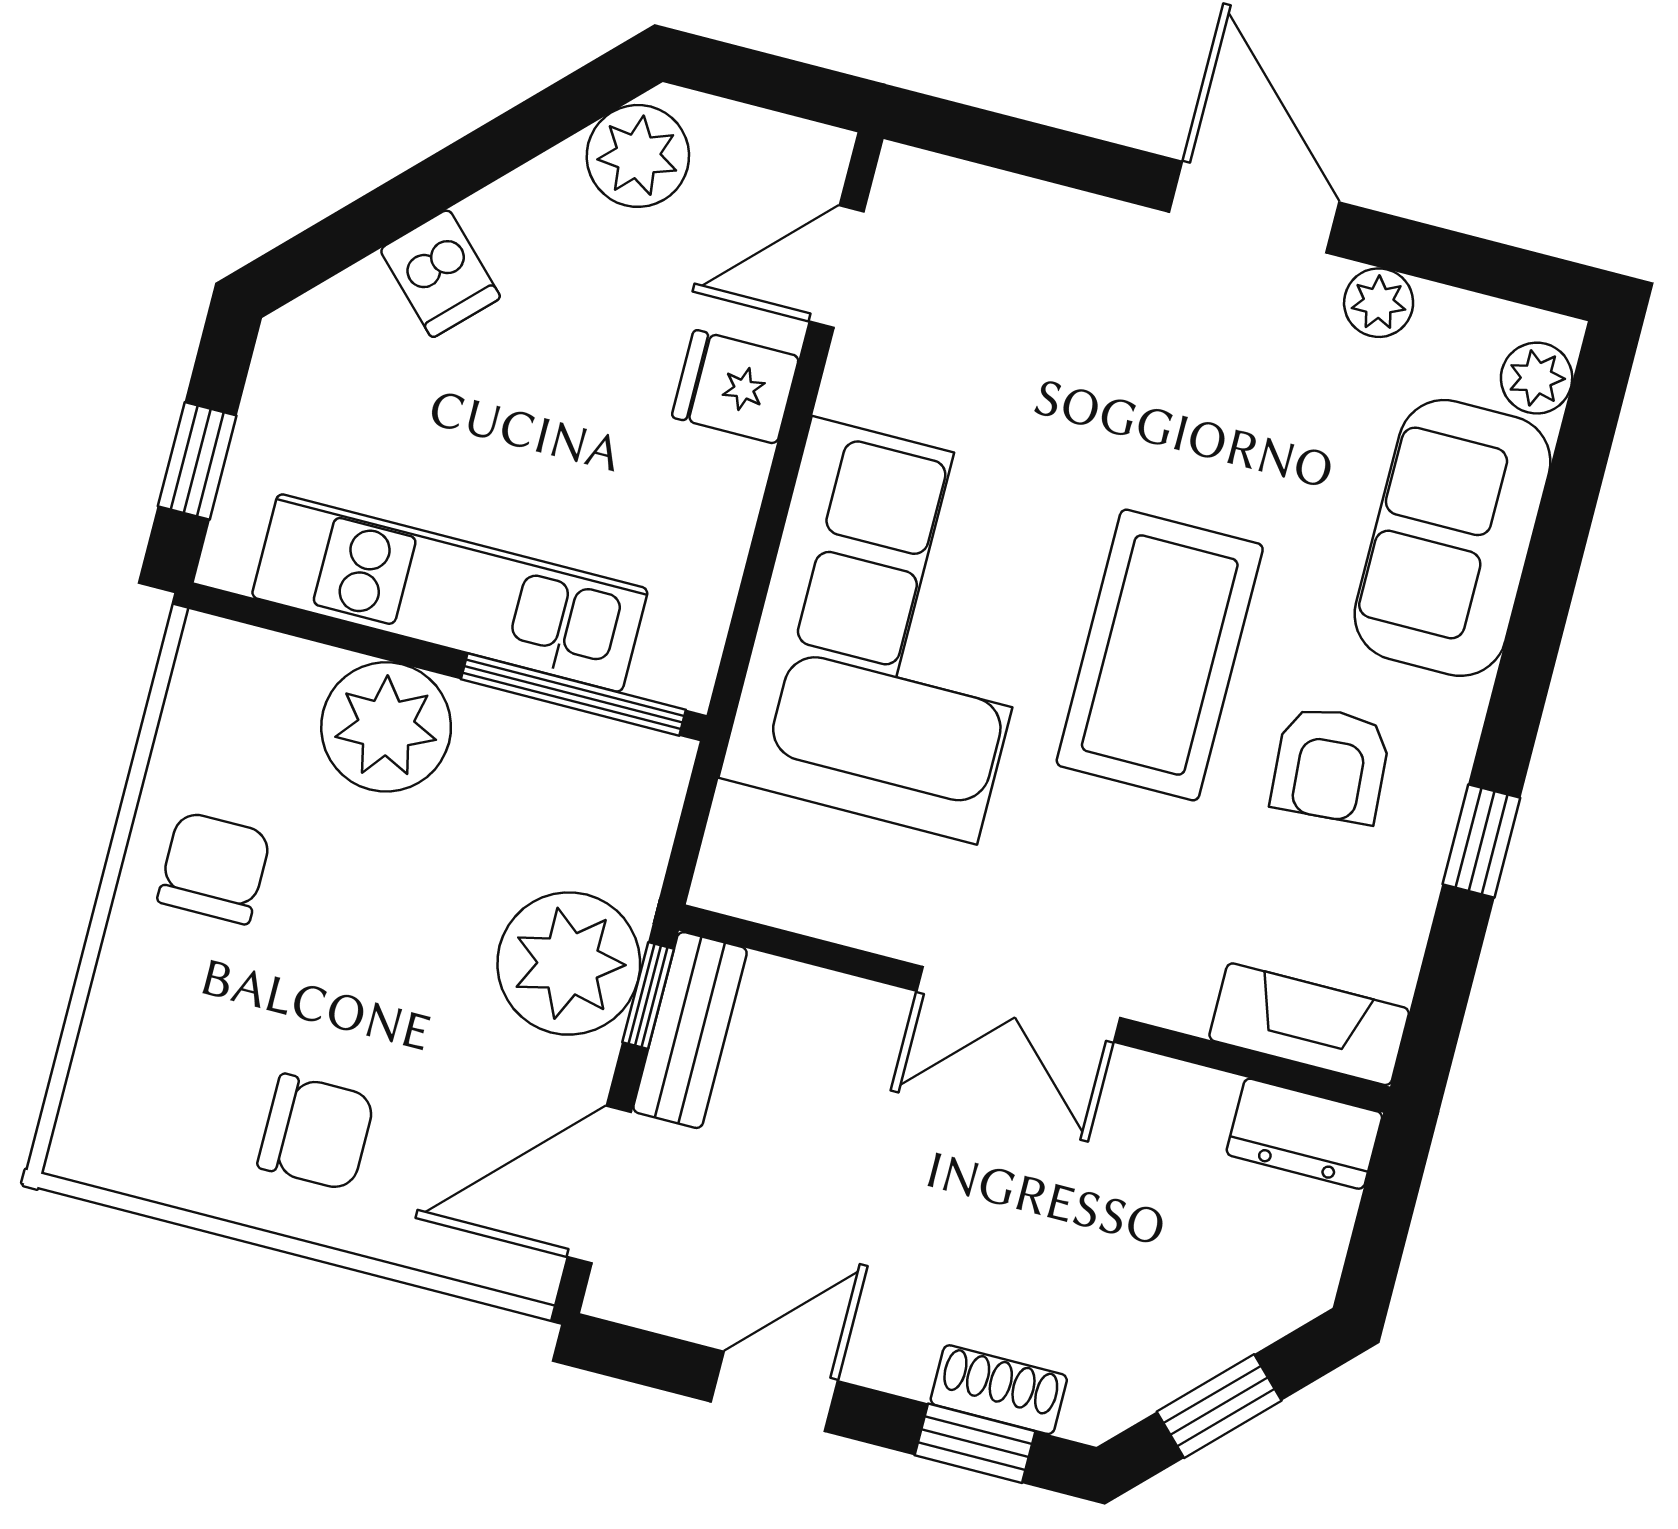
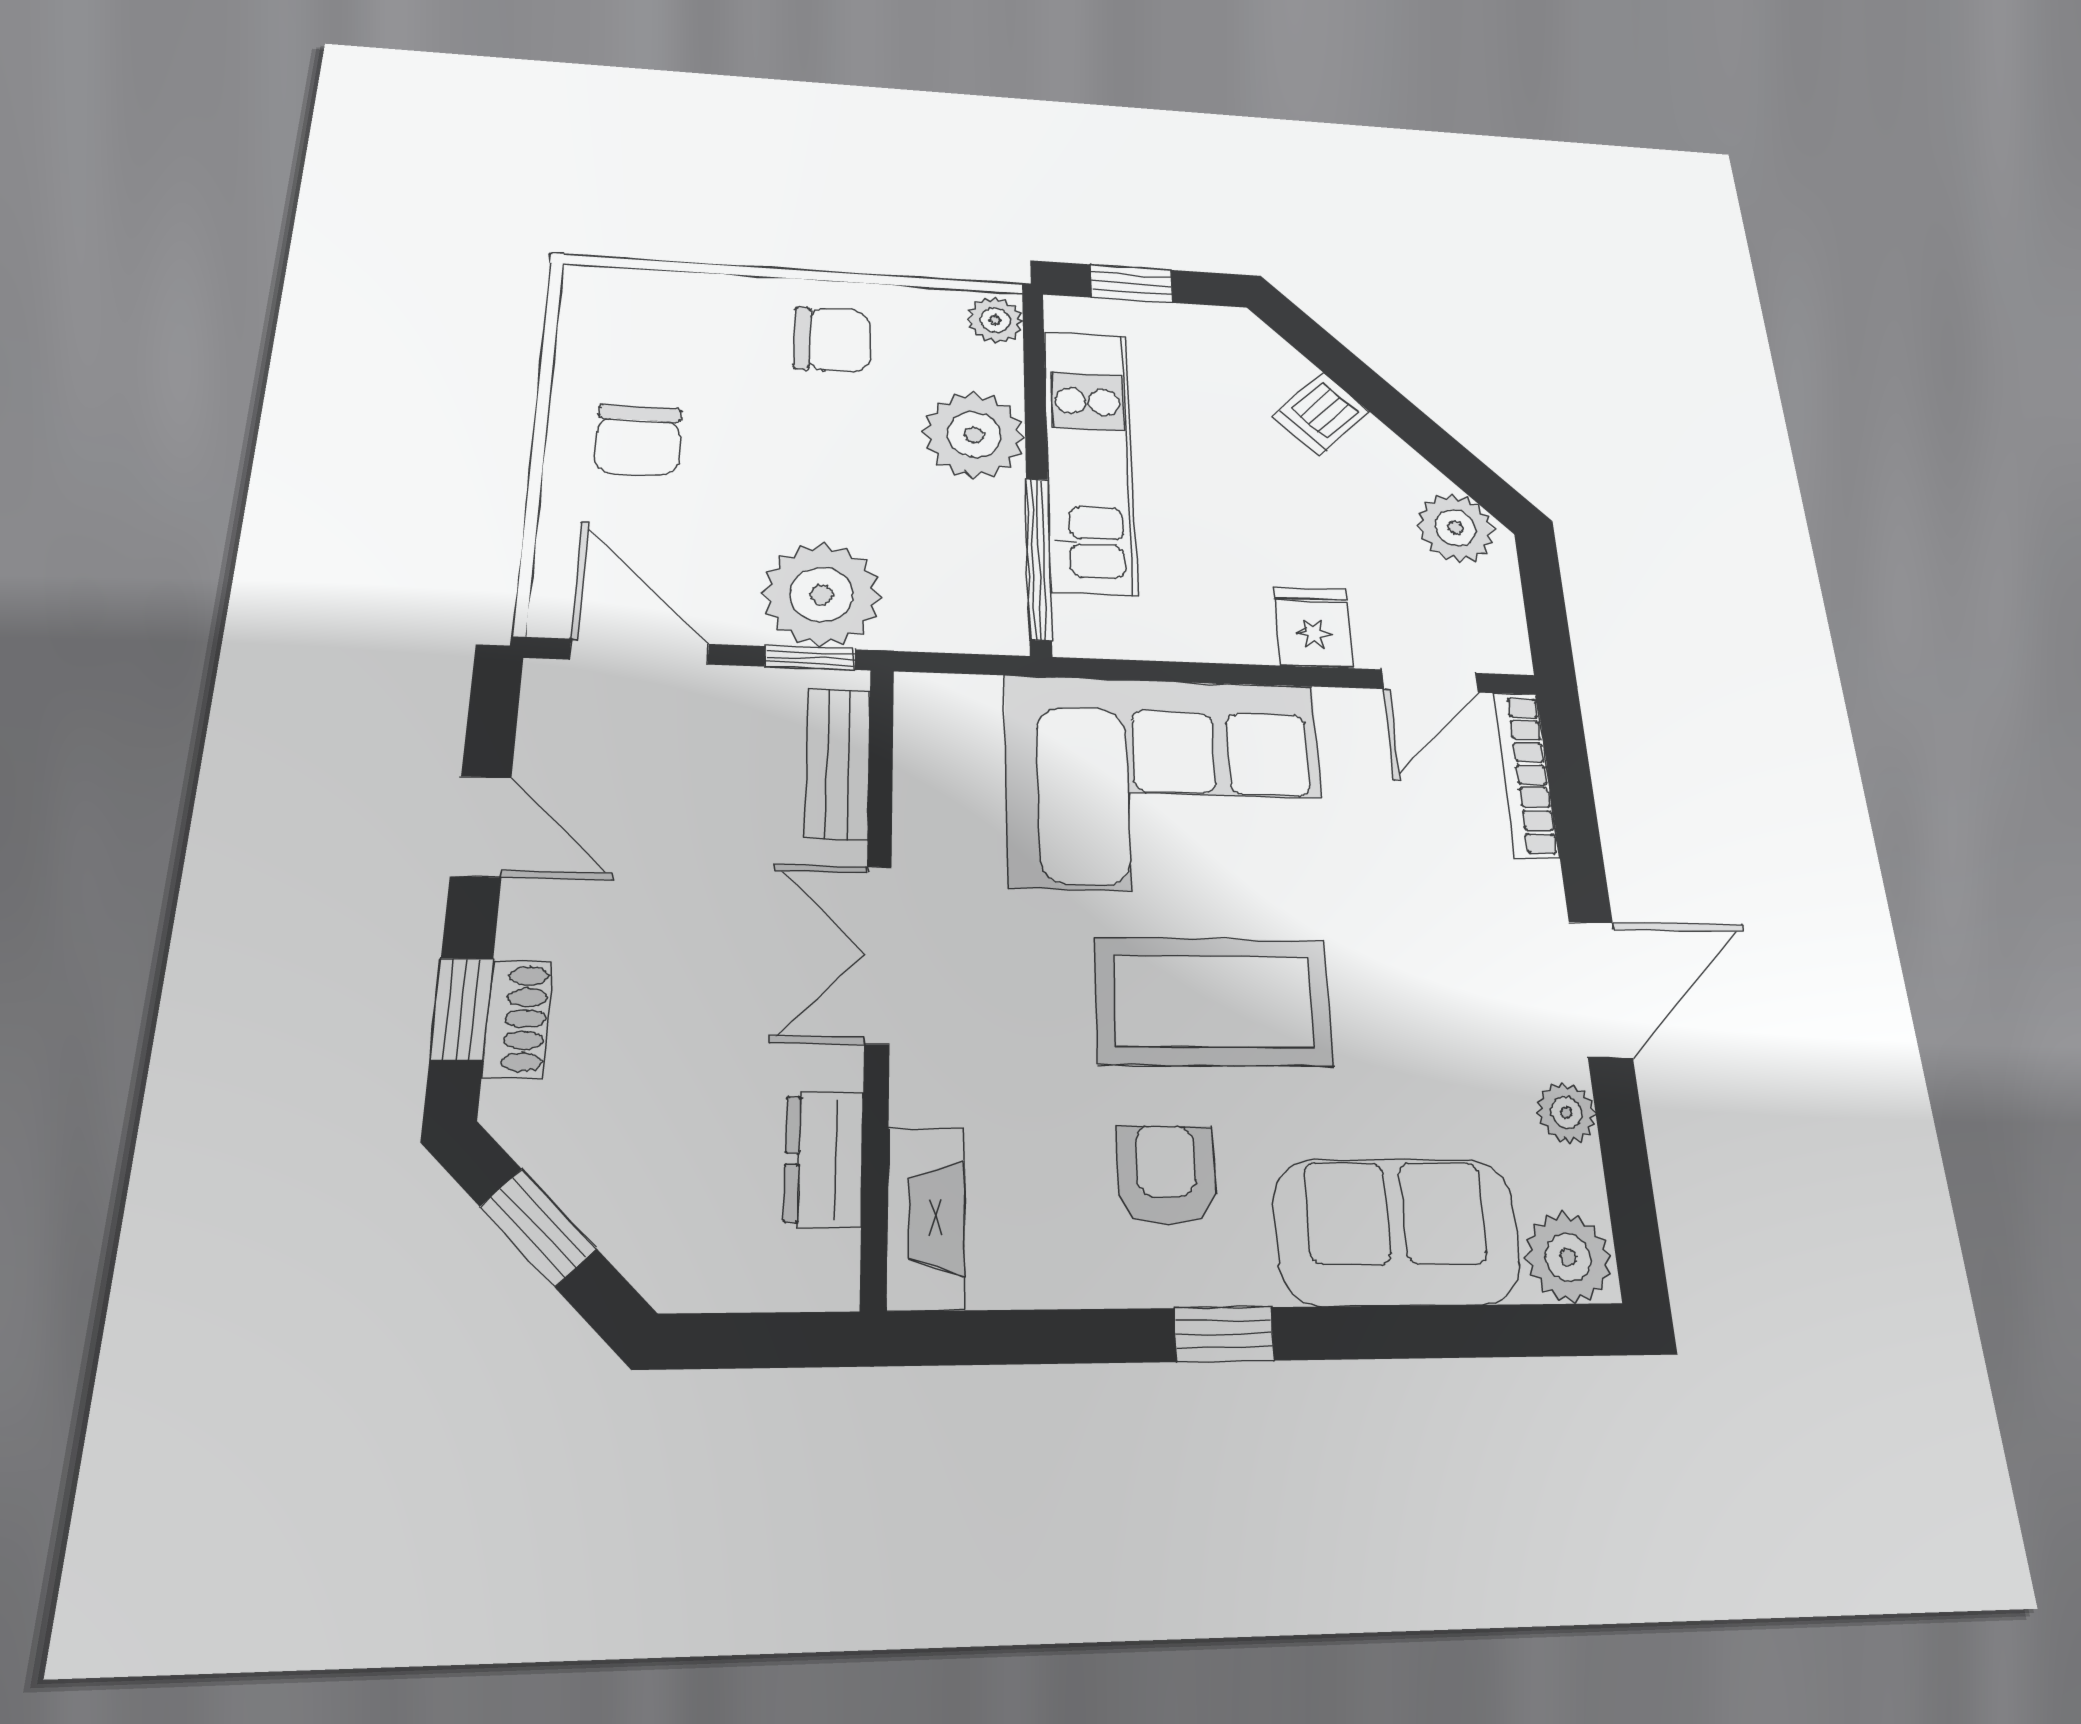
bookcase: (981, 193) -> (1526, 775), added
door: (837, 267) -> (1430, 681), swing flipped
plant: (1537, 378) -> (1568, 1257), width x1.38, depth x1.38
plant: (222, 655) -> (995, 320), added
armchair: (1331, 765) -> (1166, 1175), turned 94
window: (1481, 841) -> (1224, 1334), moved
bench: (690, 1030) -> (838, 764), moved, turned 90
dresser: (1304, 1134) -> (824, 1159), moved

